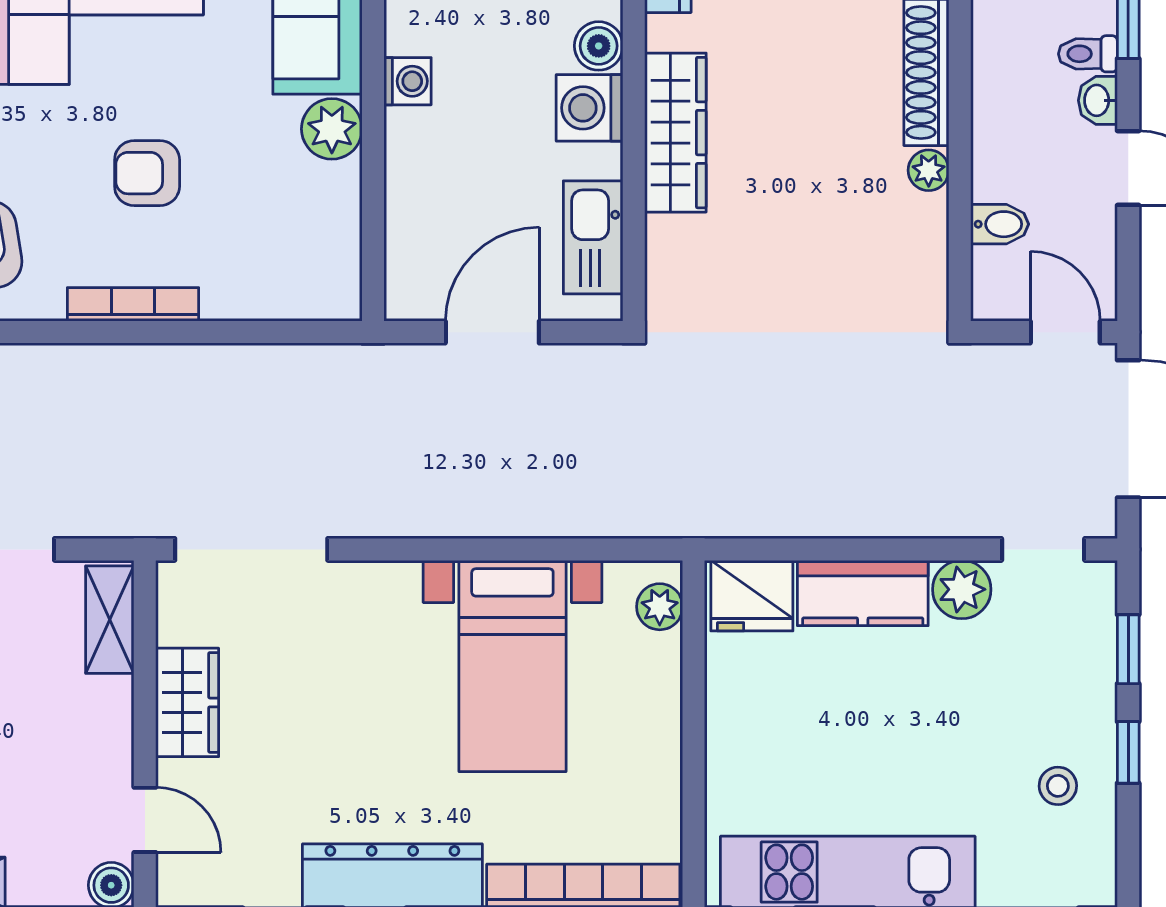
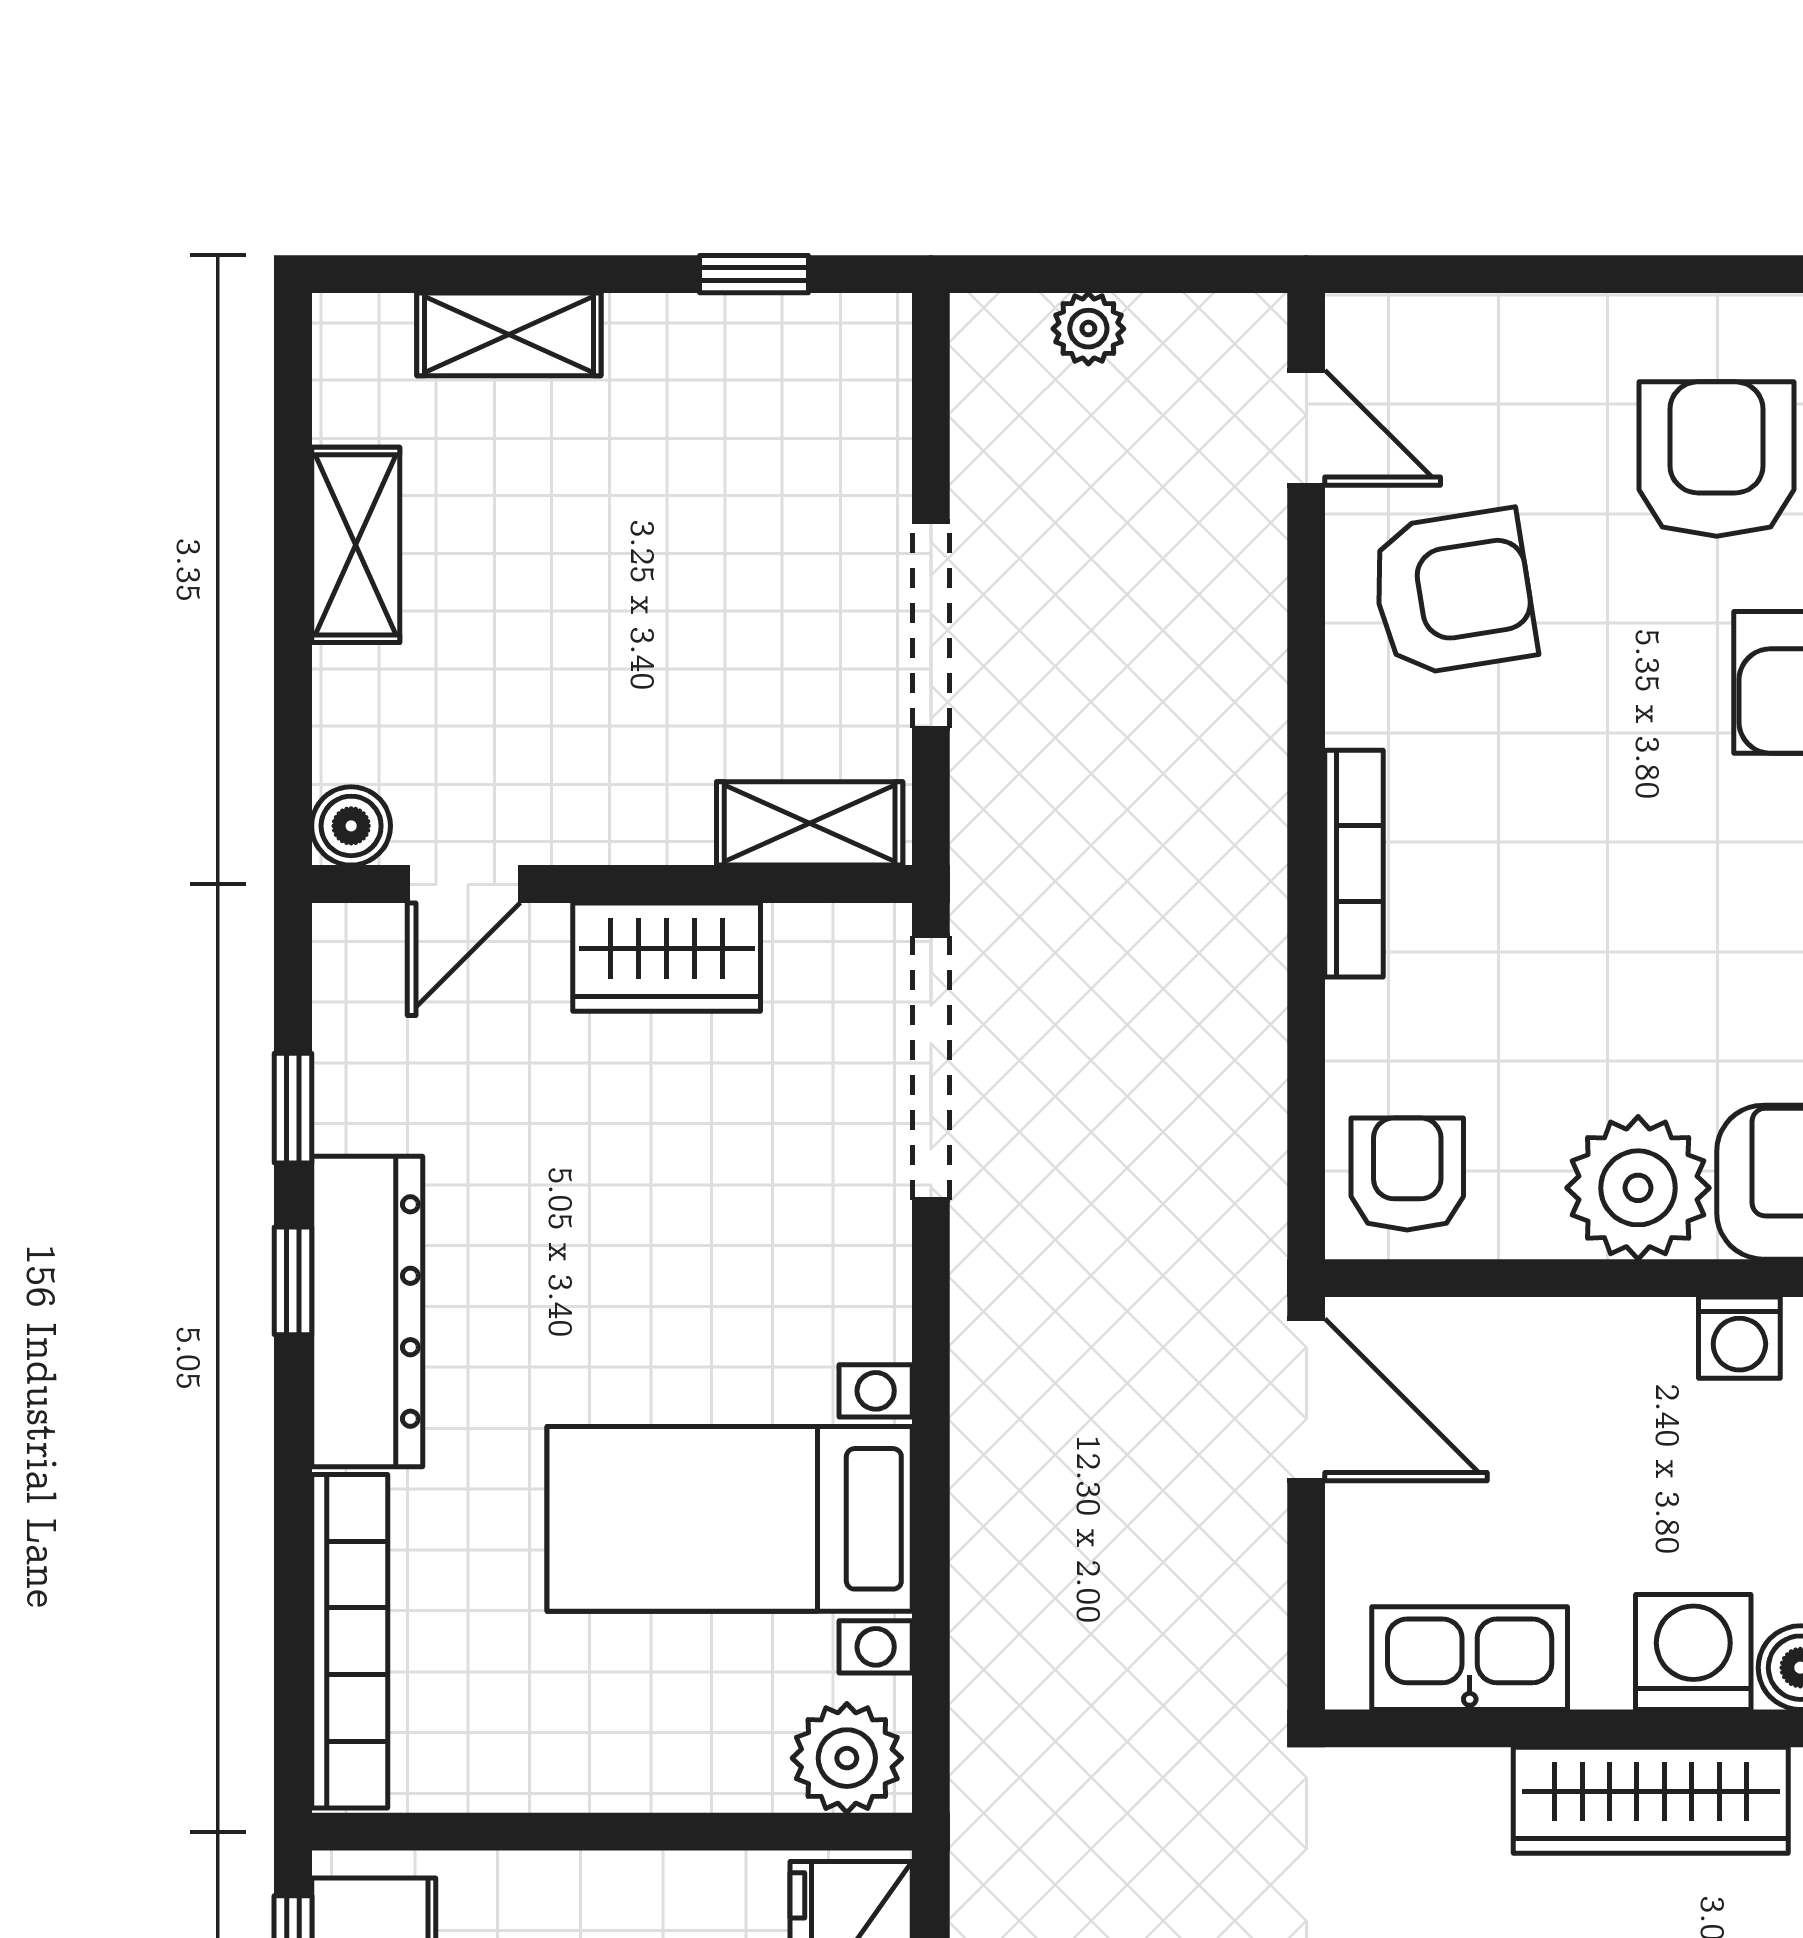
plant: (332, 129) -> (1638, 1188), width x1.36, depth x1.36
armchair: (147, 173) -> (1407, 1174), moved
door: (492, 332) -> (1306, 1400), moved
plant: (660, 607) -> (847, 1758), width x1.38, depth x1.38

